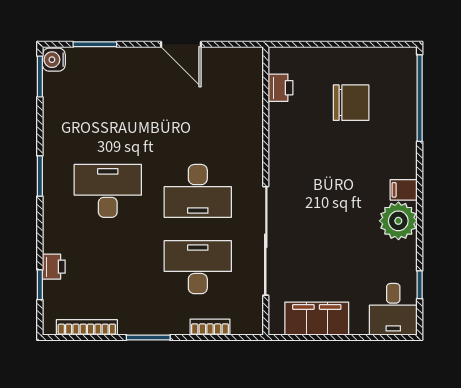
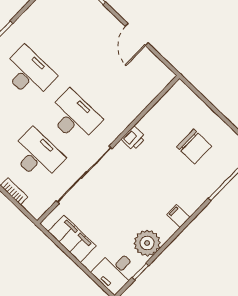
printer: (281, 88) -> (134, 138), moved
desk: (198, 191) -> (74, 117), turned 180
plant: (398, 221) -> (147, 243), moved

